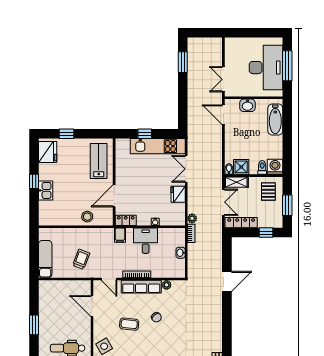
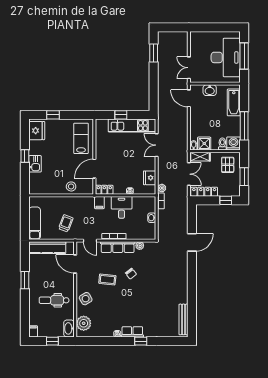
window: (287, 147) -> (244, 126), added
fridge: (178, 194) -> (150, 178), moved
kitchen counter: (60, 287) -> (47, 248), added

